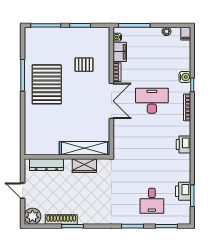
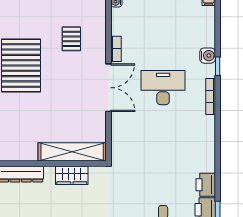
filing cabinet: (120, 52) -> (120, 22), removed
pallet: (84, 65) -> (71, 39), turned 90
printer: (183, 144) -> (206, 185), moved

